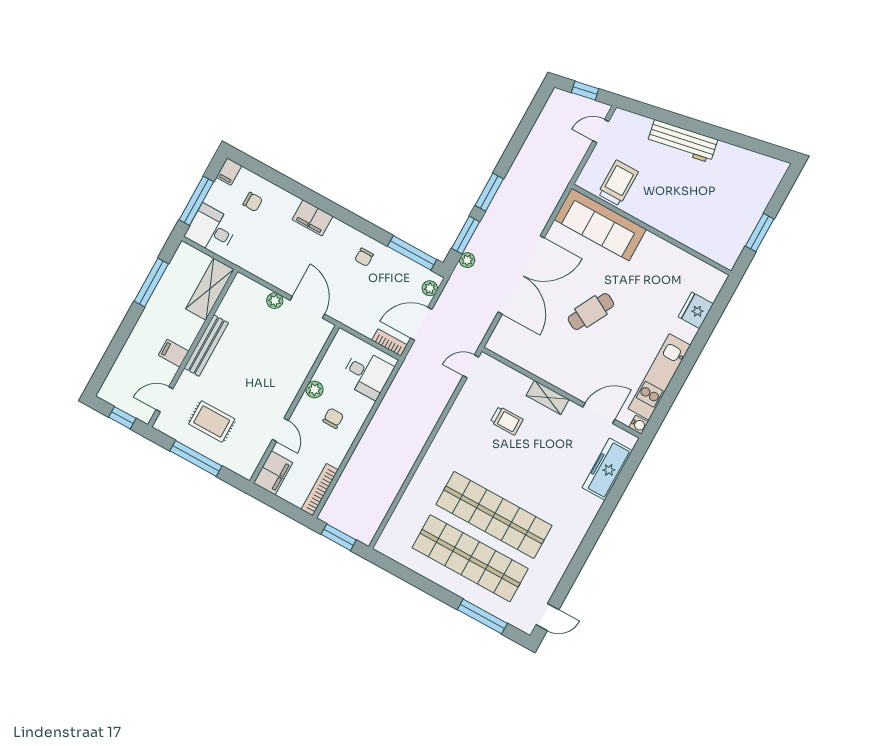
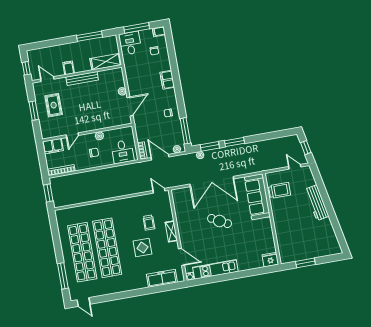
fridge: (696, 310) -> (270, 260), moved
window: (196, 458) -> (34, 111), width x0.69
display table: (537, 461) -> (142, 248), added

